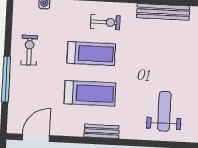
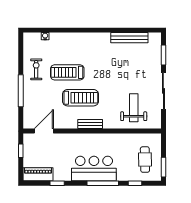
exercise bike: (105, 22) -> (89, 47), removed
treadmill: (91, 53) -> (67, 72), moved, turned 180

